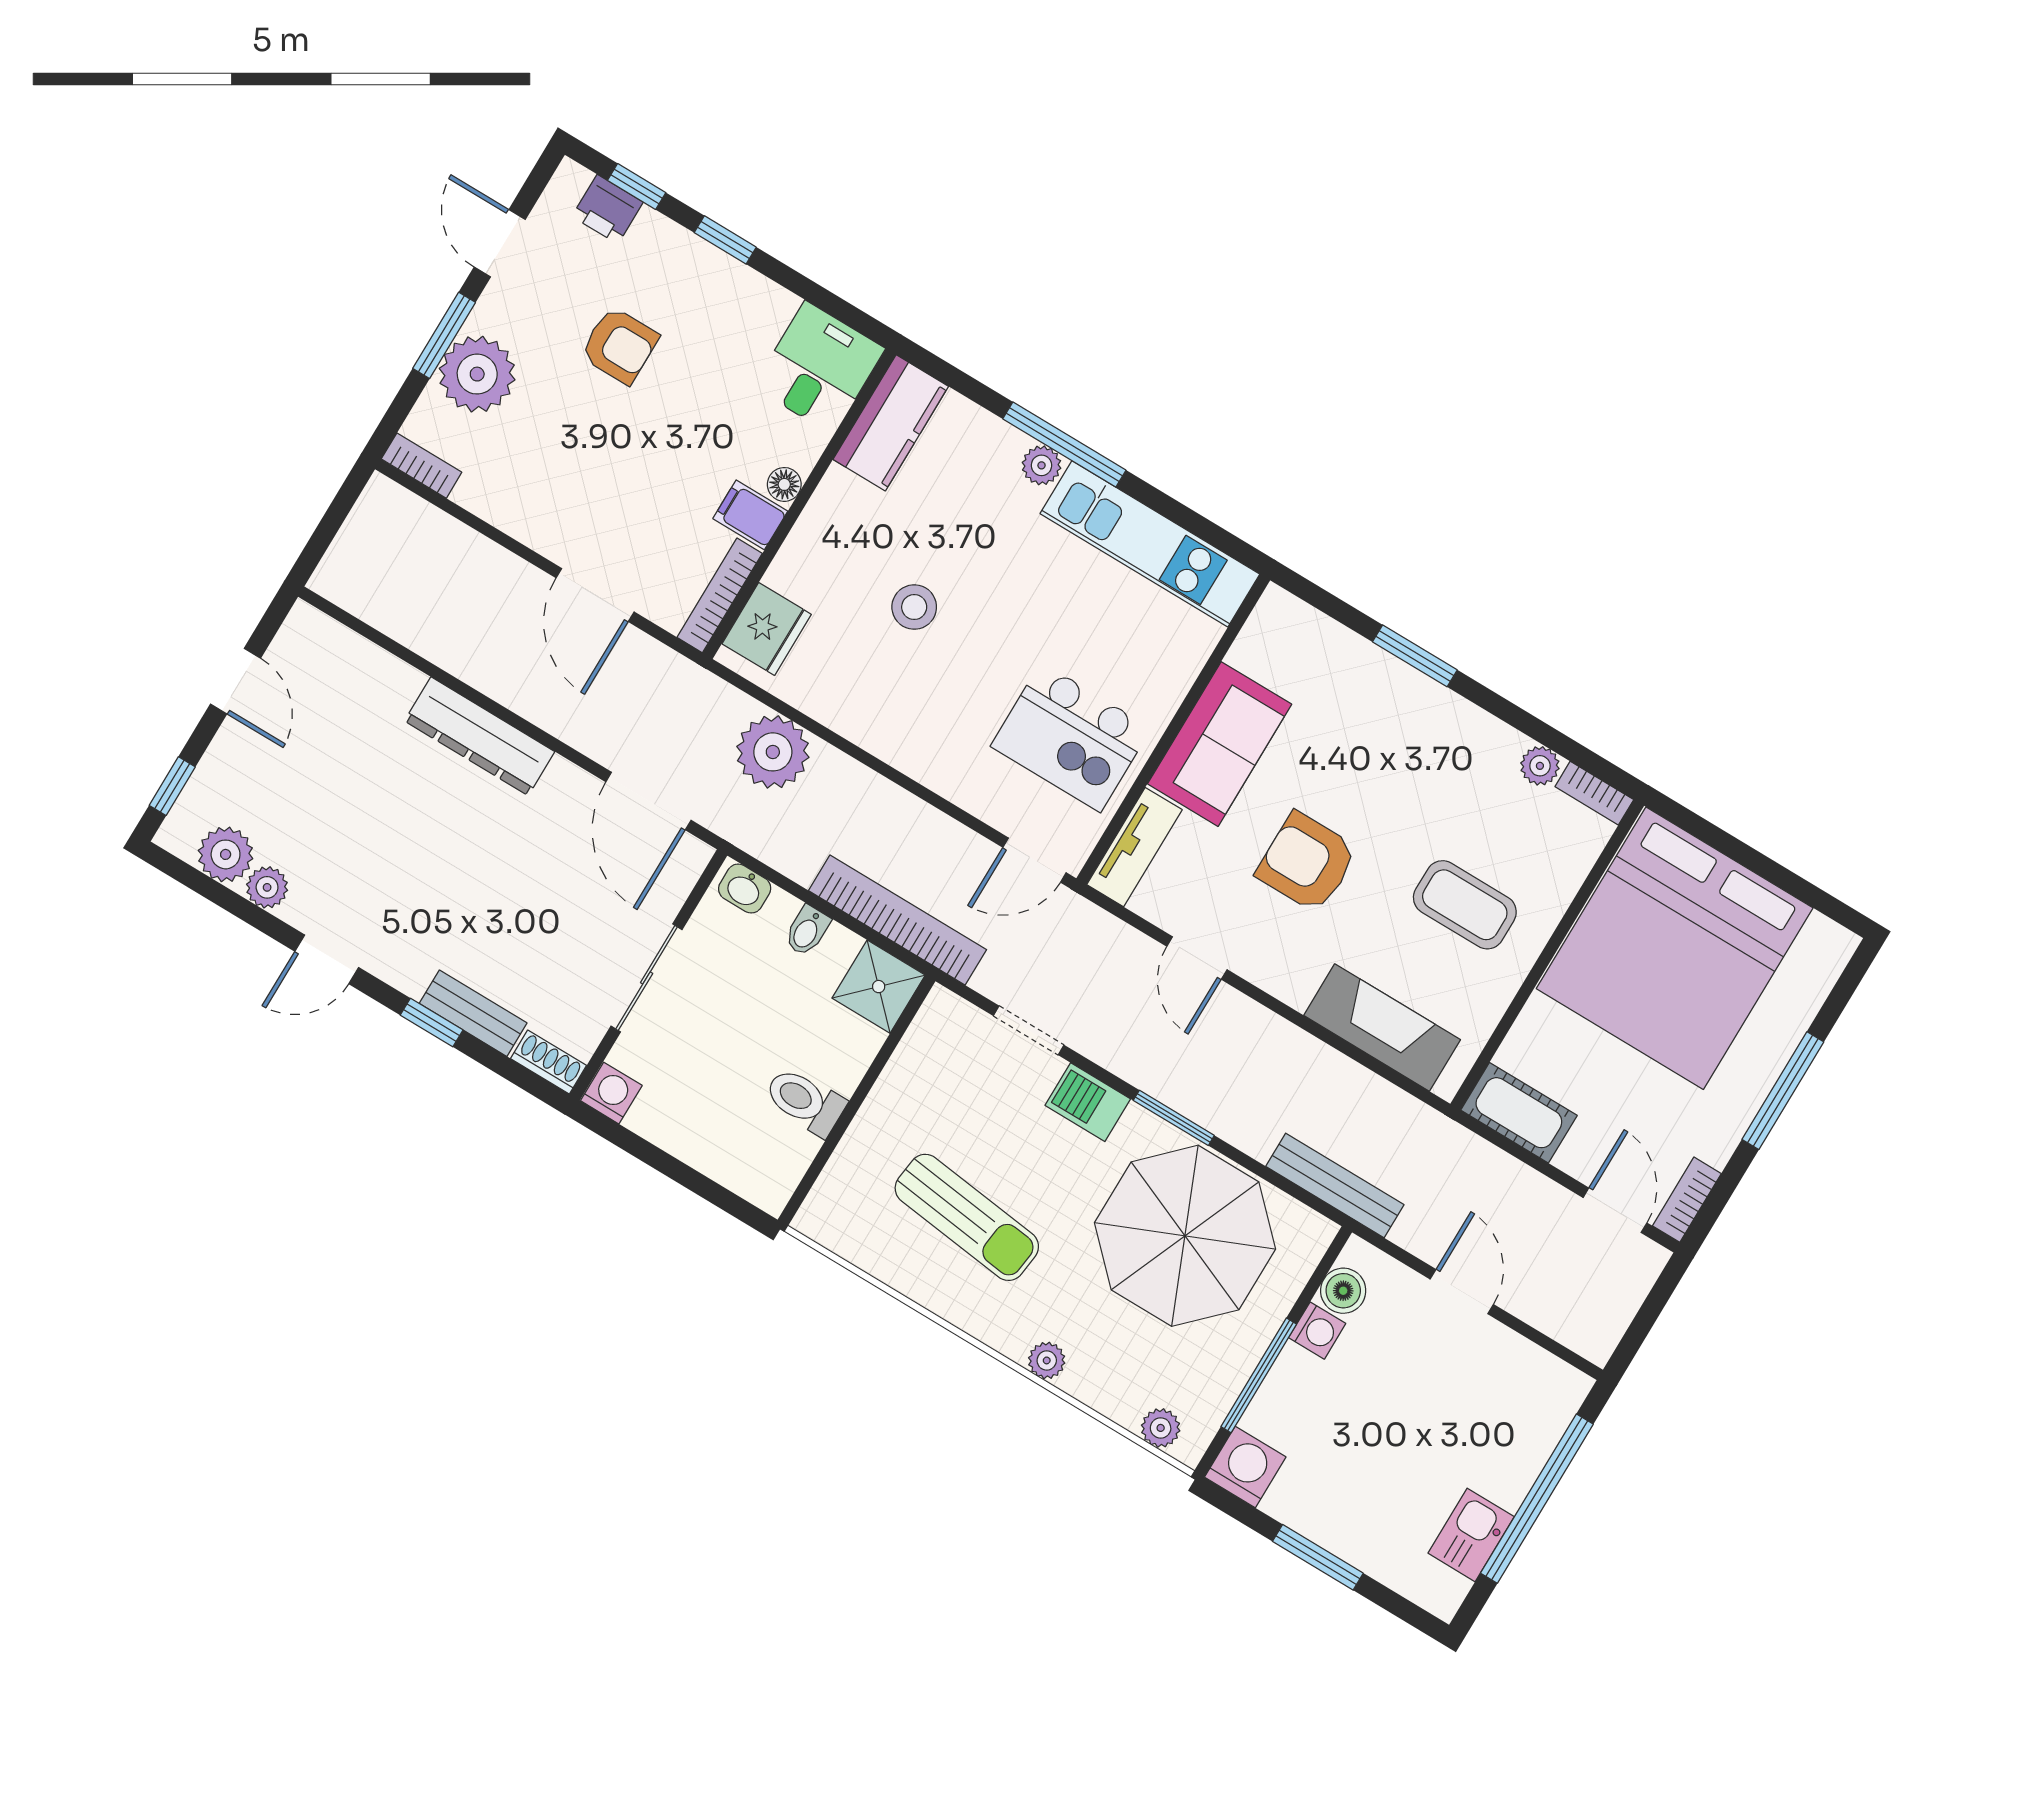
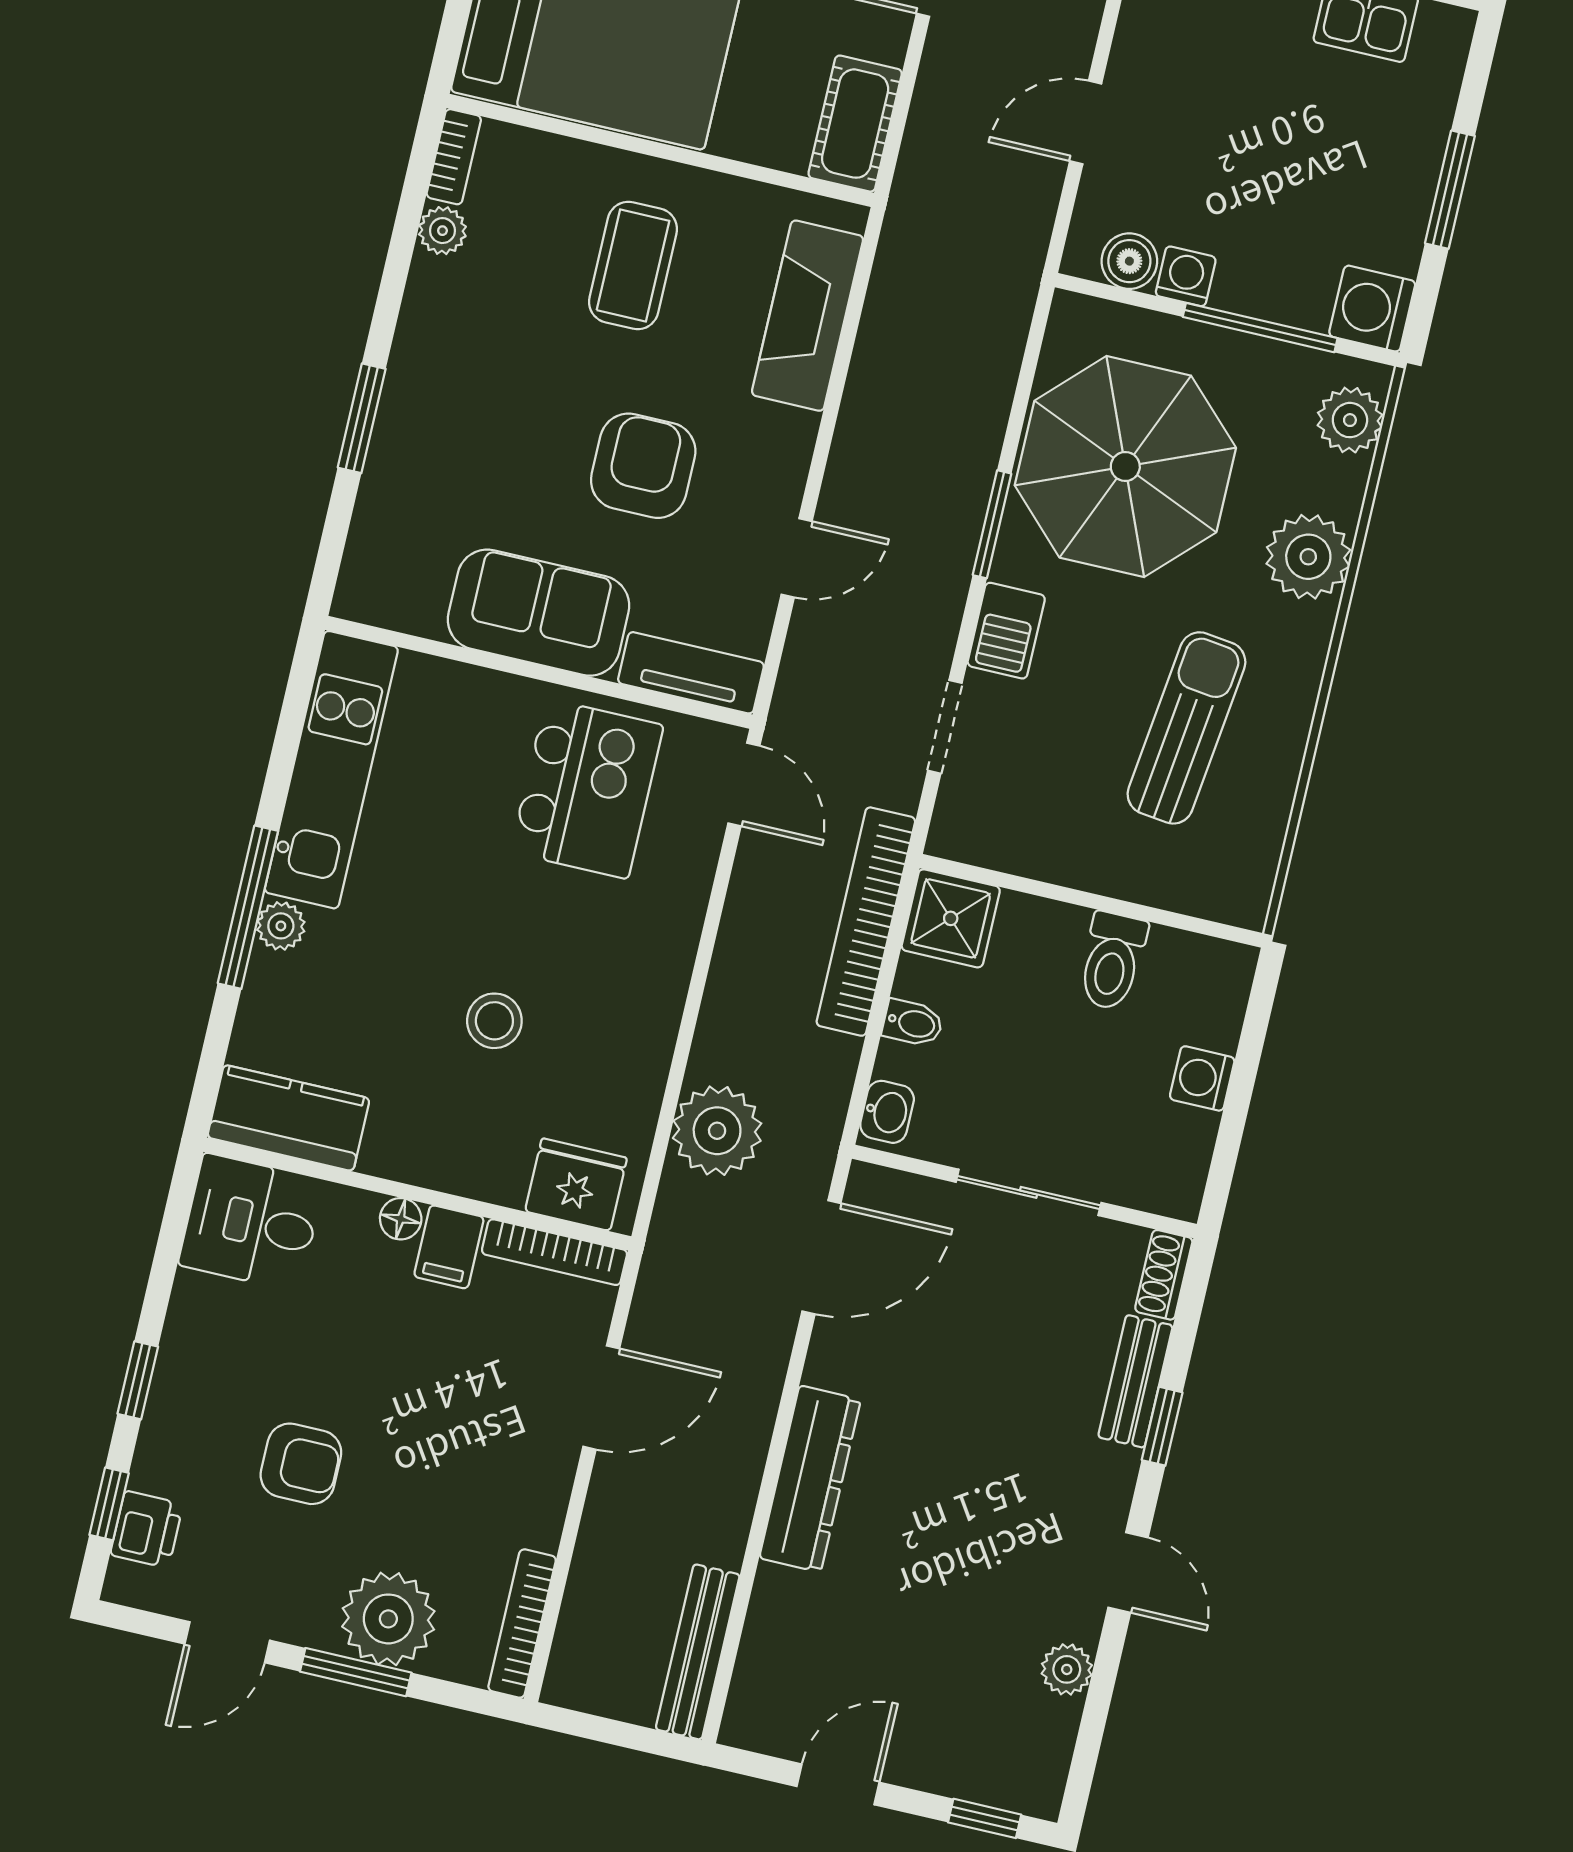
armchair: (619, 345) -> (301, 1464), turned 90
bookcase: (422, 466) -> (522, 1624), width x1.56
plant: (226, 854) -> (1044, 1730), removed
armchair: (1307, 862) -> (643, 466), turned 180
washing machine: (611, 1093) -> (1202, 1078), moved
bench: (1335, 1186) -> (698, 1652), moved
plant: (1047, 1360) -> (1308, 557), width x1.88, depth x1.88
plant: (1161, 1428) -> (1350, 420), width x1.38, depth x1.38

